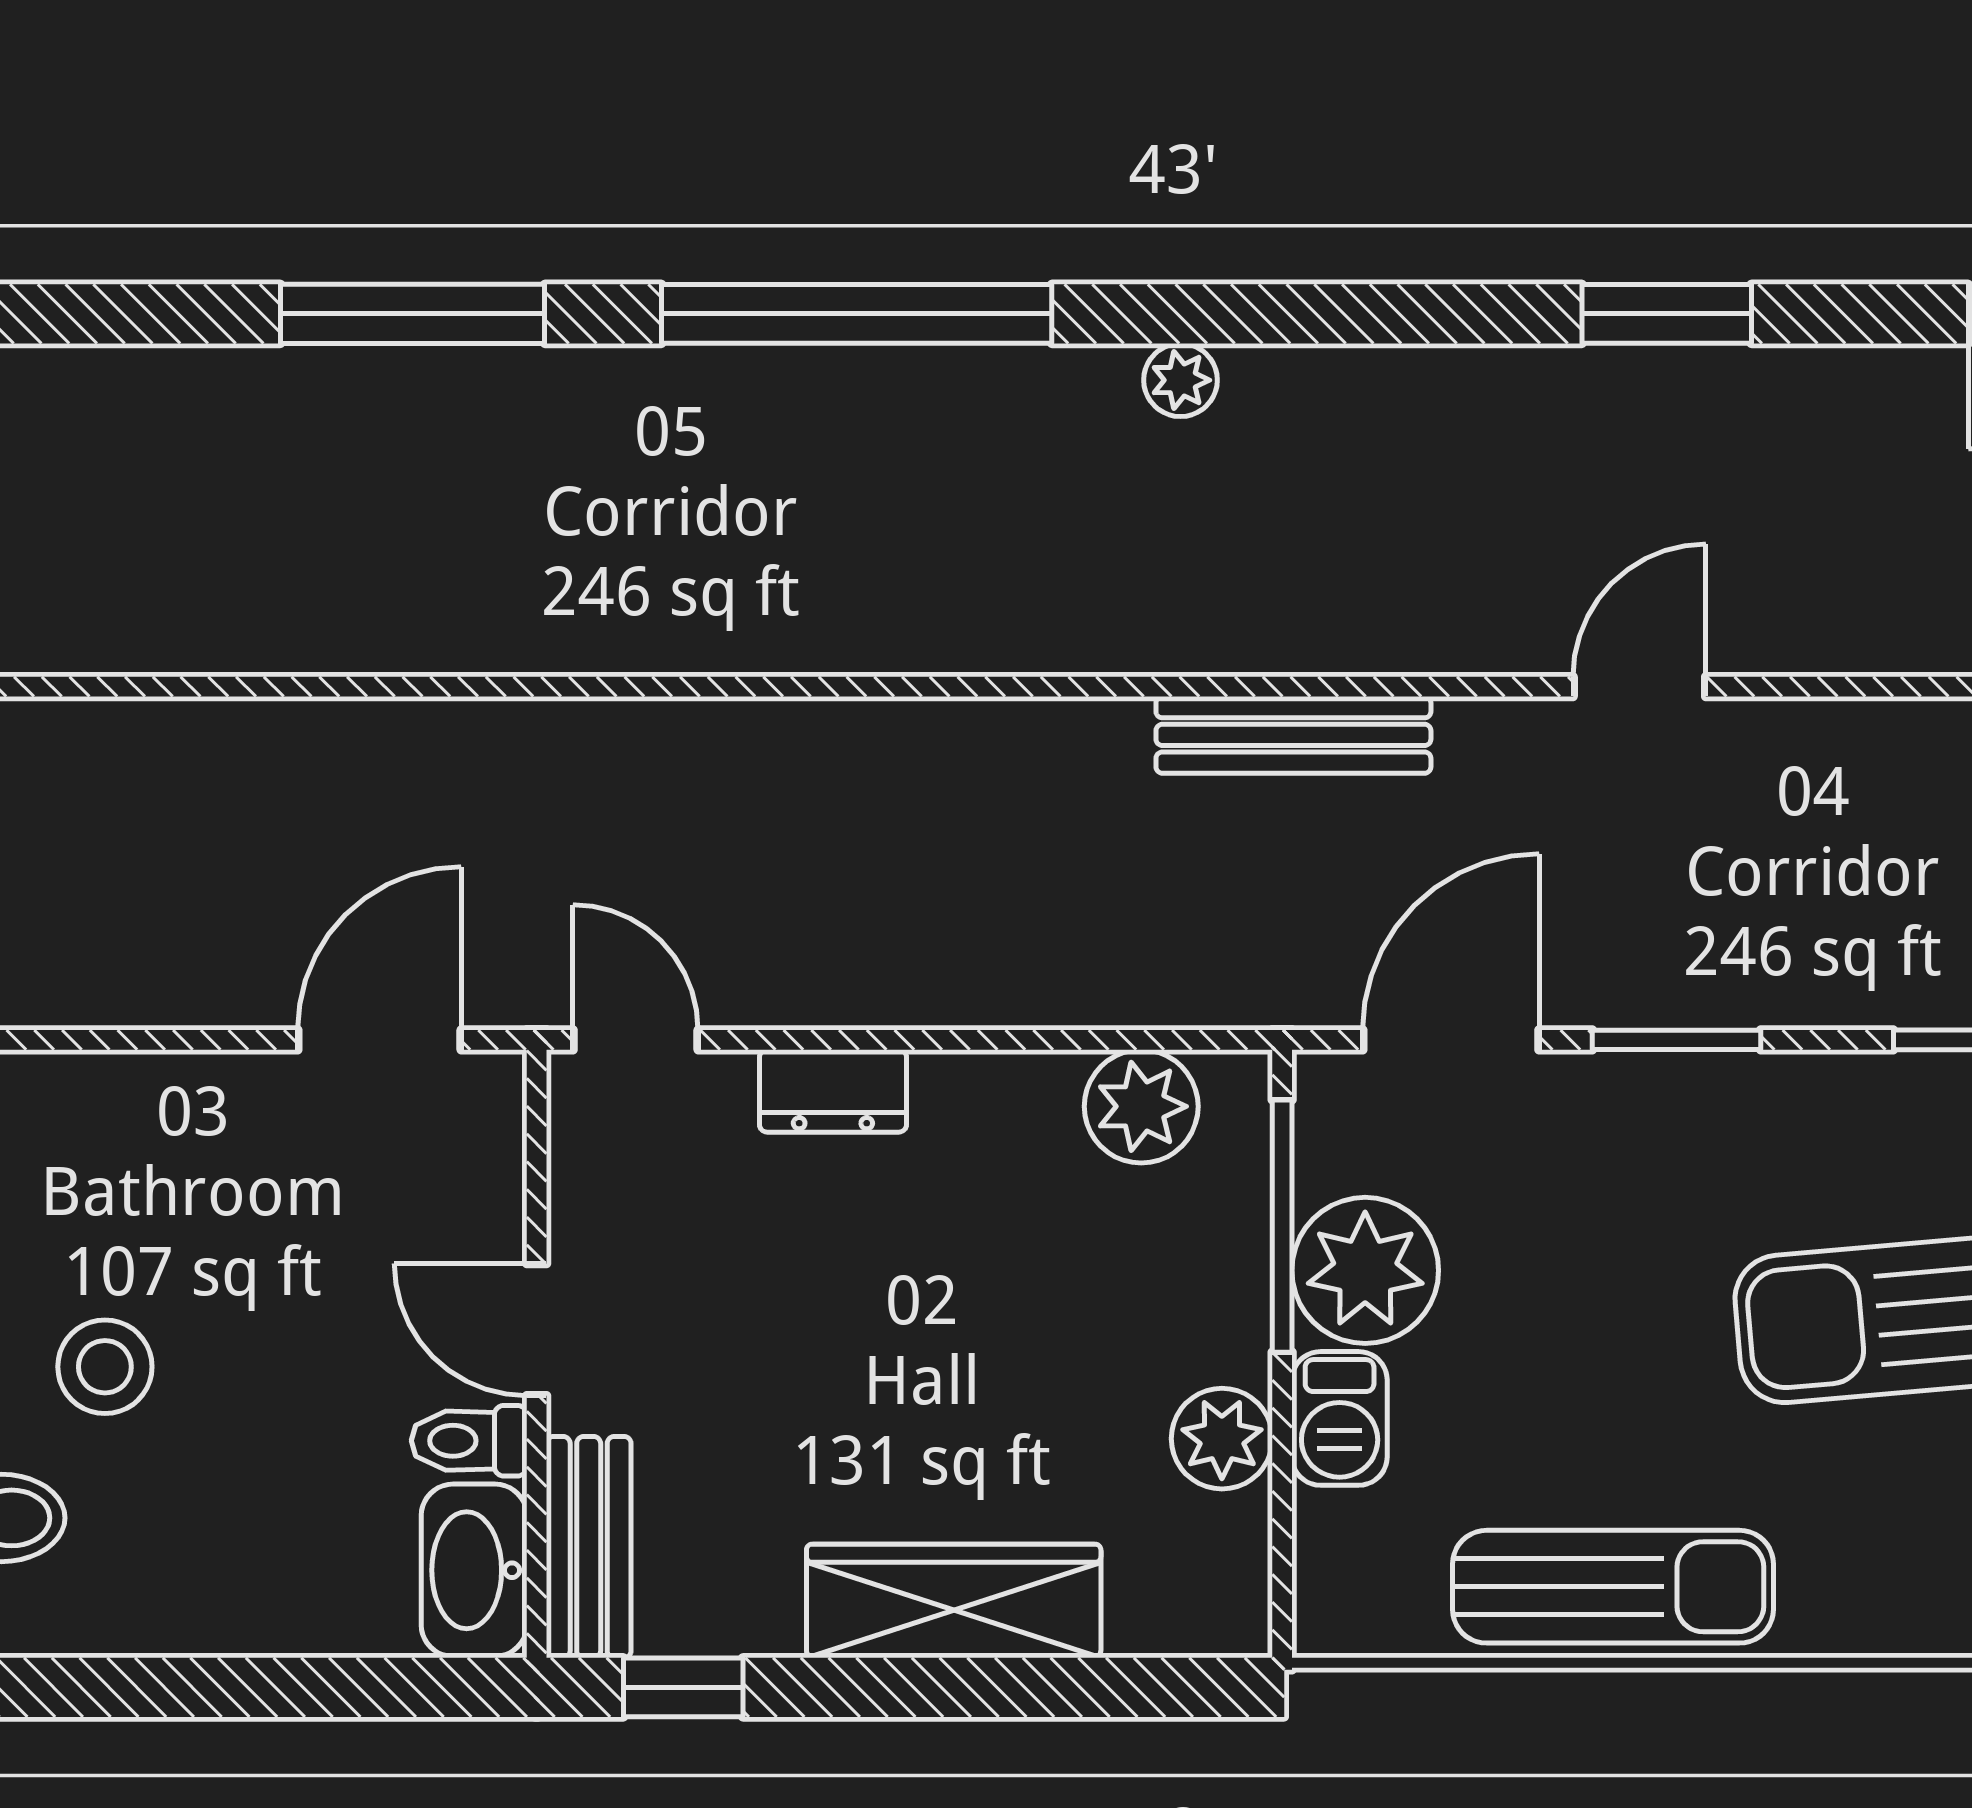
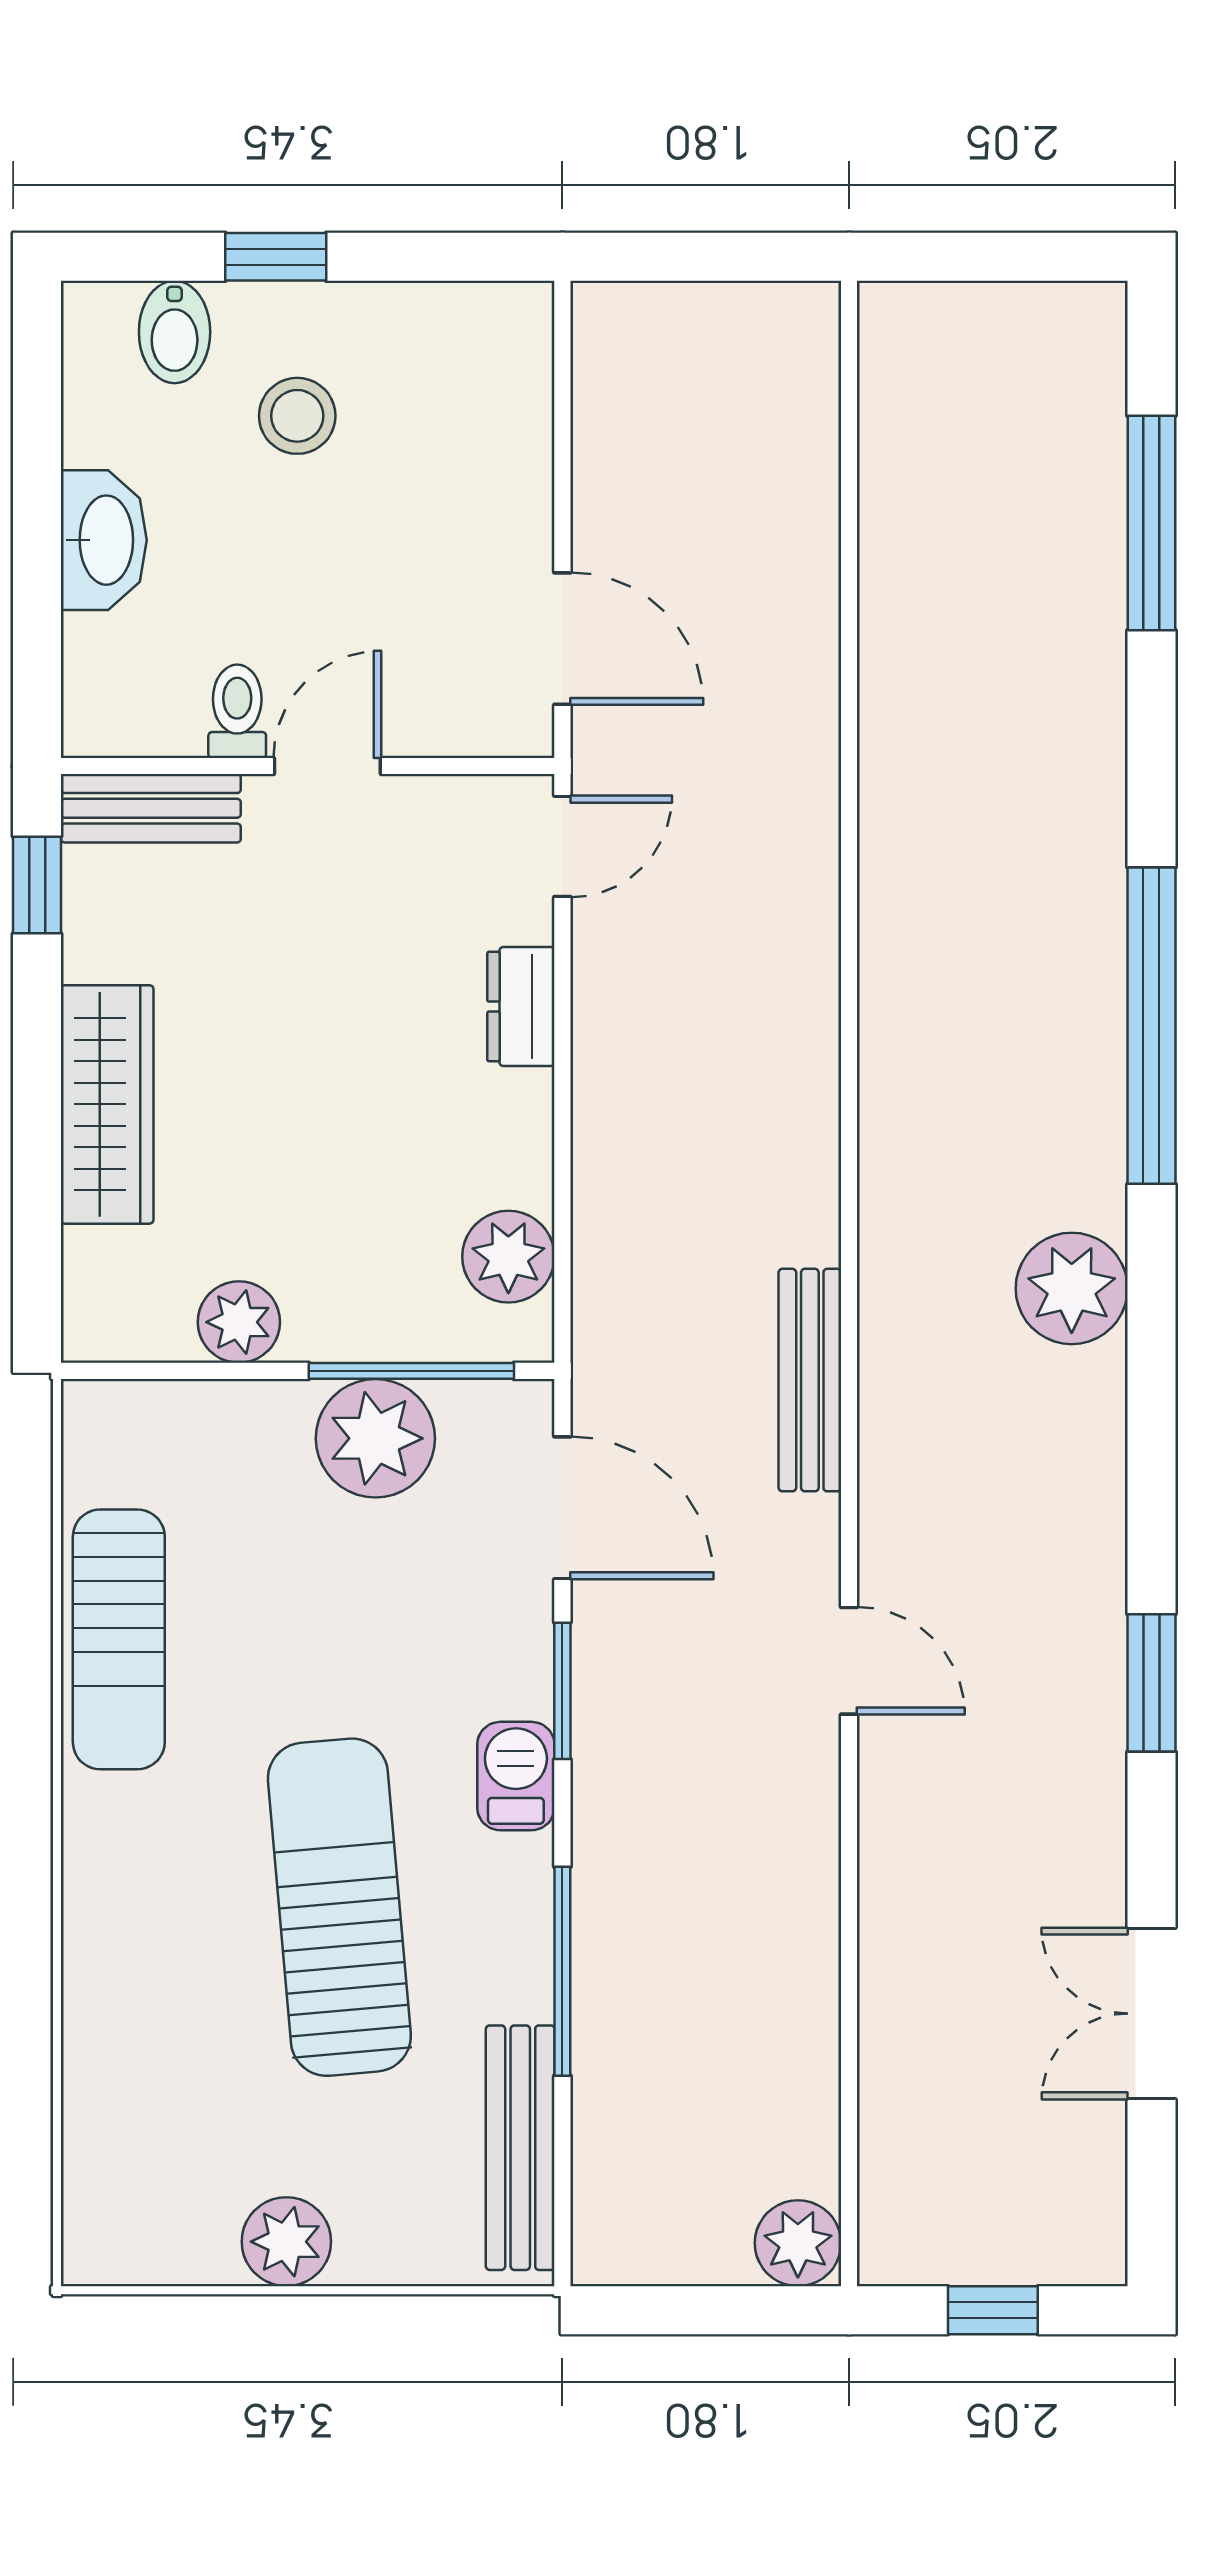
window: (413, 314) -> (1151, 523), moved
plant: (1180, 380) -> (1072, 1288), width x1.88, depth x1.88
barbecue: (1340, 1418) -> (516, 1776), moved, turned 90
washbasin: (474, 1570) -> (104, 540), moved, turned 90

